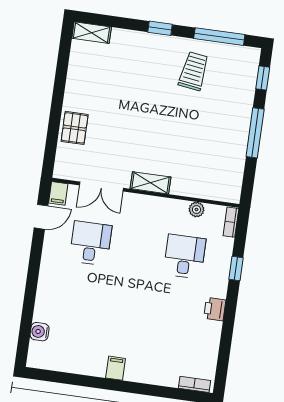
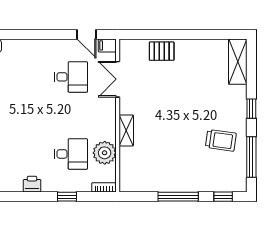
shelving: (92, 33) -> (238, 62), width x1.50, depth x1.33
shelving: (150, 183) -> (126, 130), moved
plant: (196, 210) -> (105, 153), width x1.88, depth x1.88

